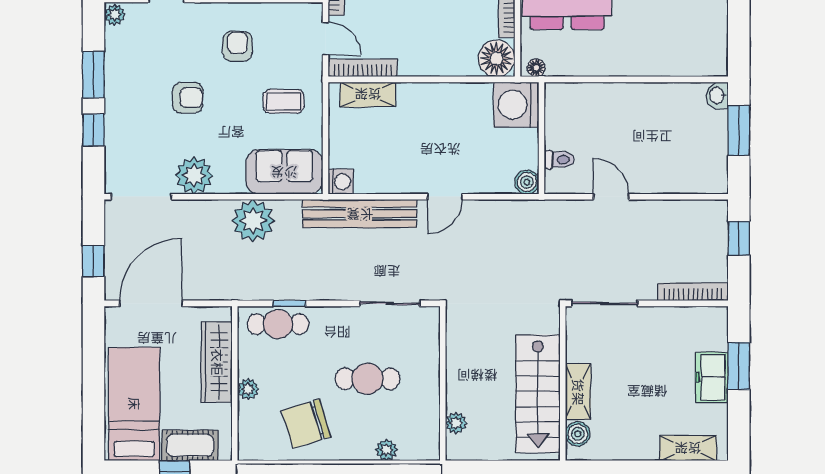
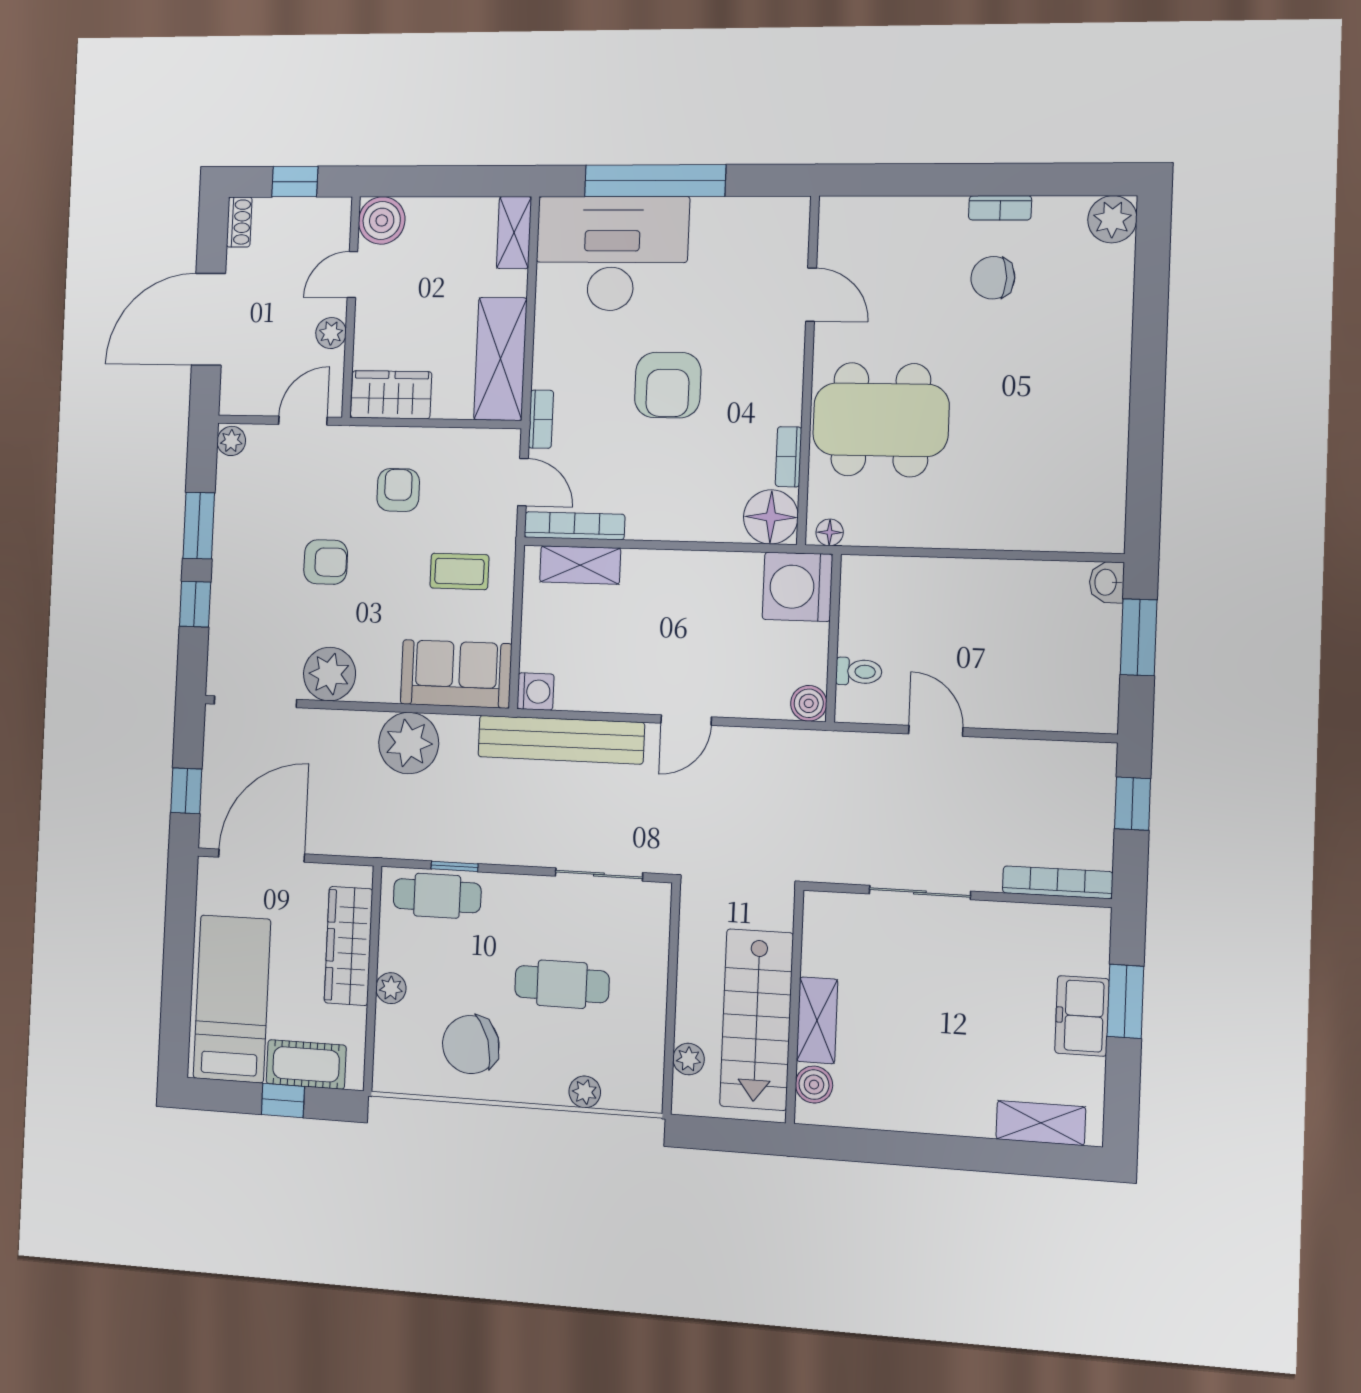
wall: (563, 383) -> (795, 1006), moved
shelving: (578, 392) -> (817, 1020), moved
stairs: (538, 394) -> (757, 1020), moved
boiler: (578, 434) -> (814, 1085), moved

